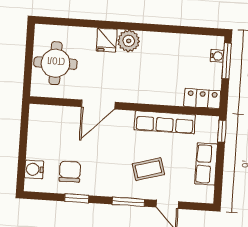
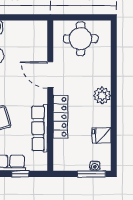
fridge: (107, 40) -> (102, 136), moved
locker: (202, 99) -> (60, 117), moved, width x1.53
window: (222, 131) -> (20, 174), moved

